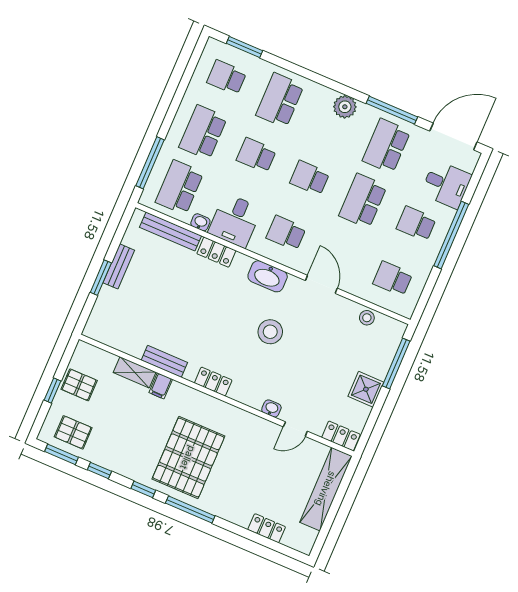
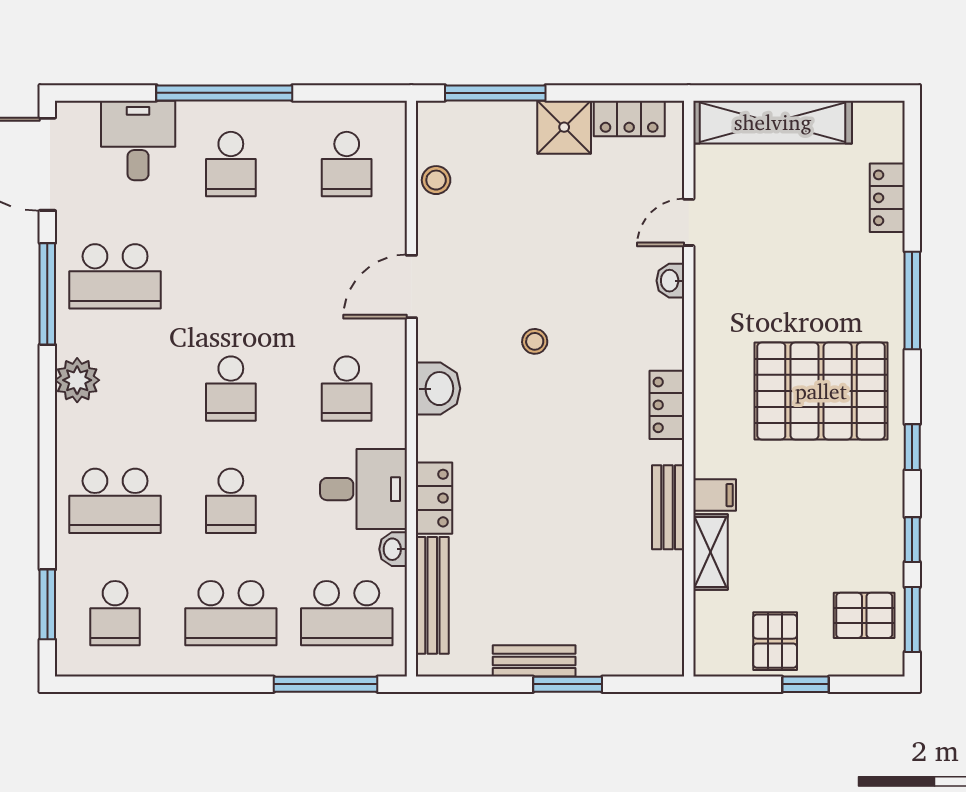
school desk: (363, 201) -> (231, 276), removed
washbasin: (268, 276) -> (438, 389), width x0.72
stool: (270, 332) -> (535, 341), width x0.53, depth x0.53
door: (295, 429) -> (689, 222), swing flipped
pallet: (73, 432) -> (864, 615), turned 90
locker: (341, 436) -> (629, 118), moved, turned -90
window: (190, 509) -> (912, 300), moved

